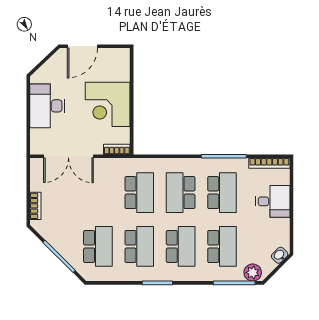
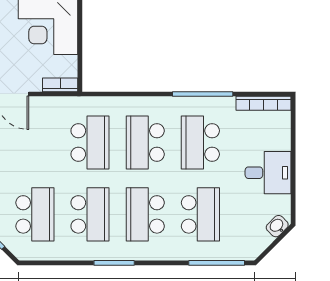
school desk: (222, 193) -> (200, 142), turned 180
desk: (273, 201) -> (268, 173), moved
school desk: (181, 246) -> (145, 214), turned 180
plant: (253, 273) -> (241, 249), removed

